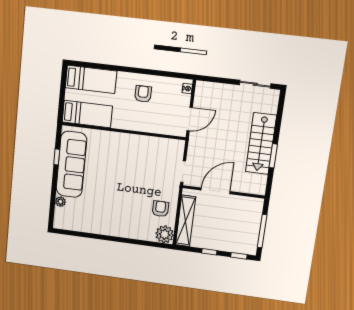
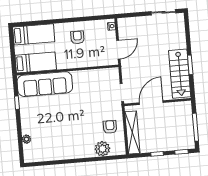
stairs: (261, 144) -> (180, 74), moved
sofa: (71, 164) -> (45, 84), moved, turned 90
plant: (165, 234) -> (102, 149), moved

